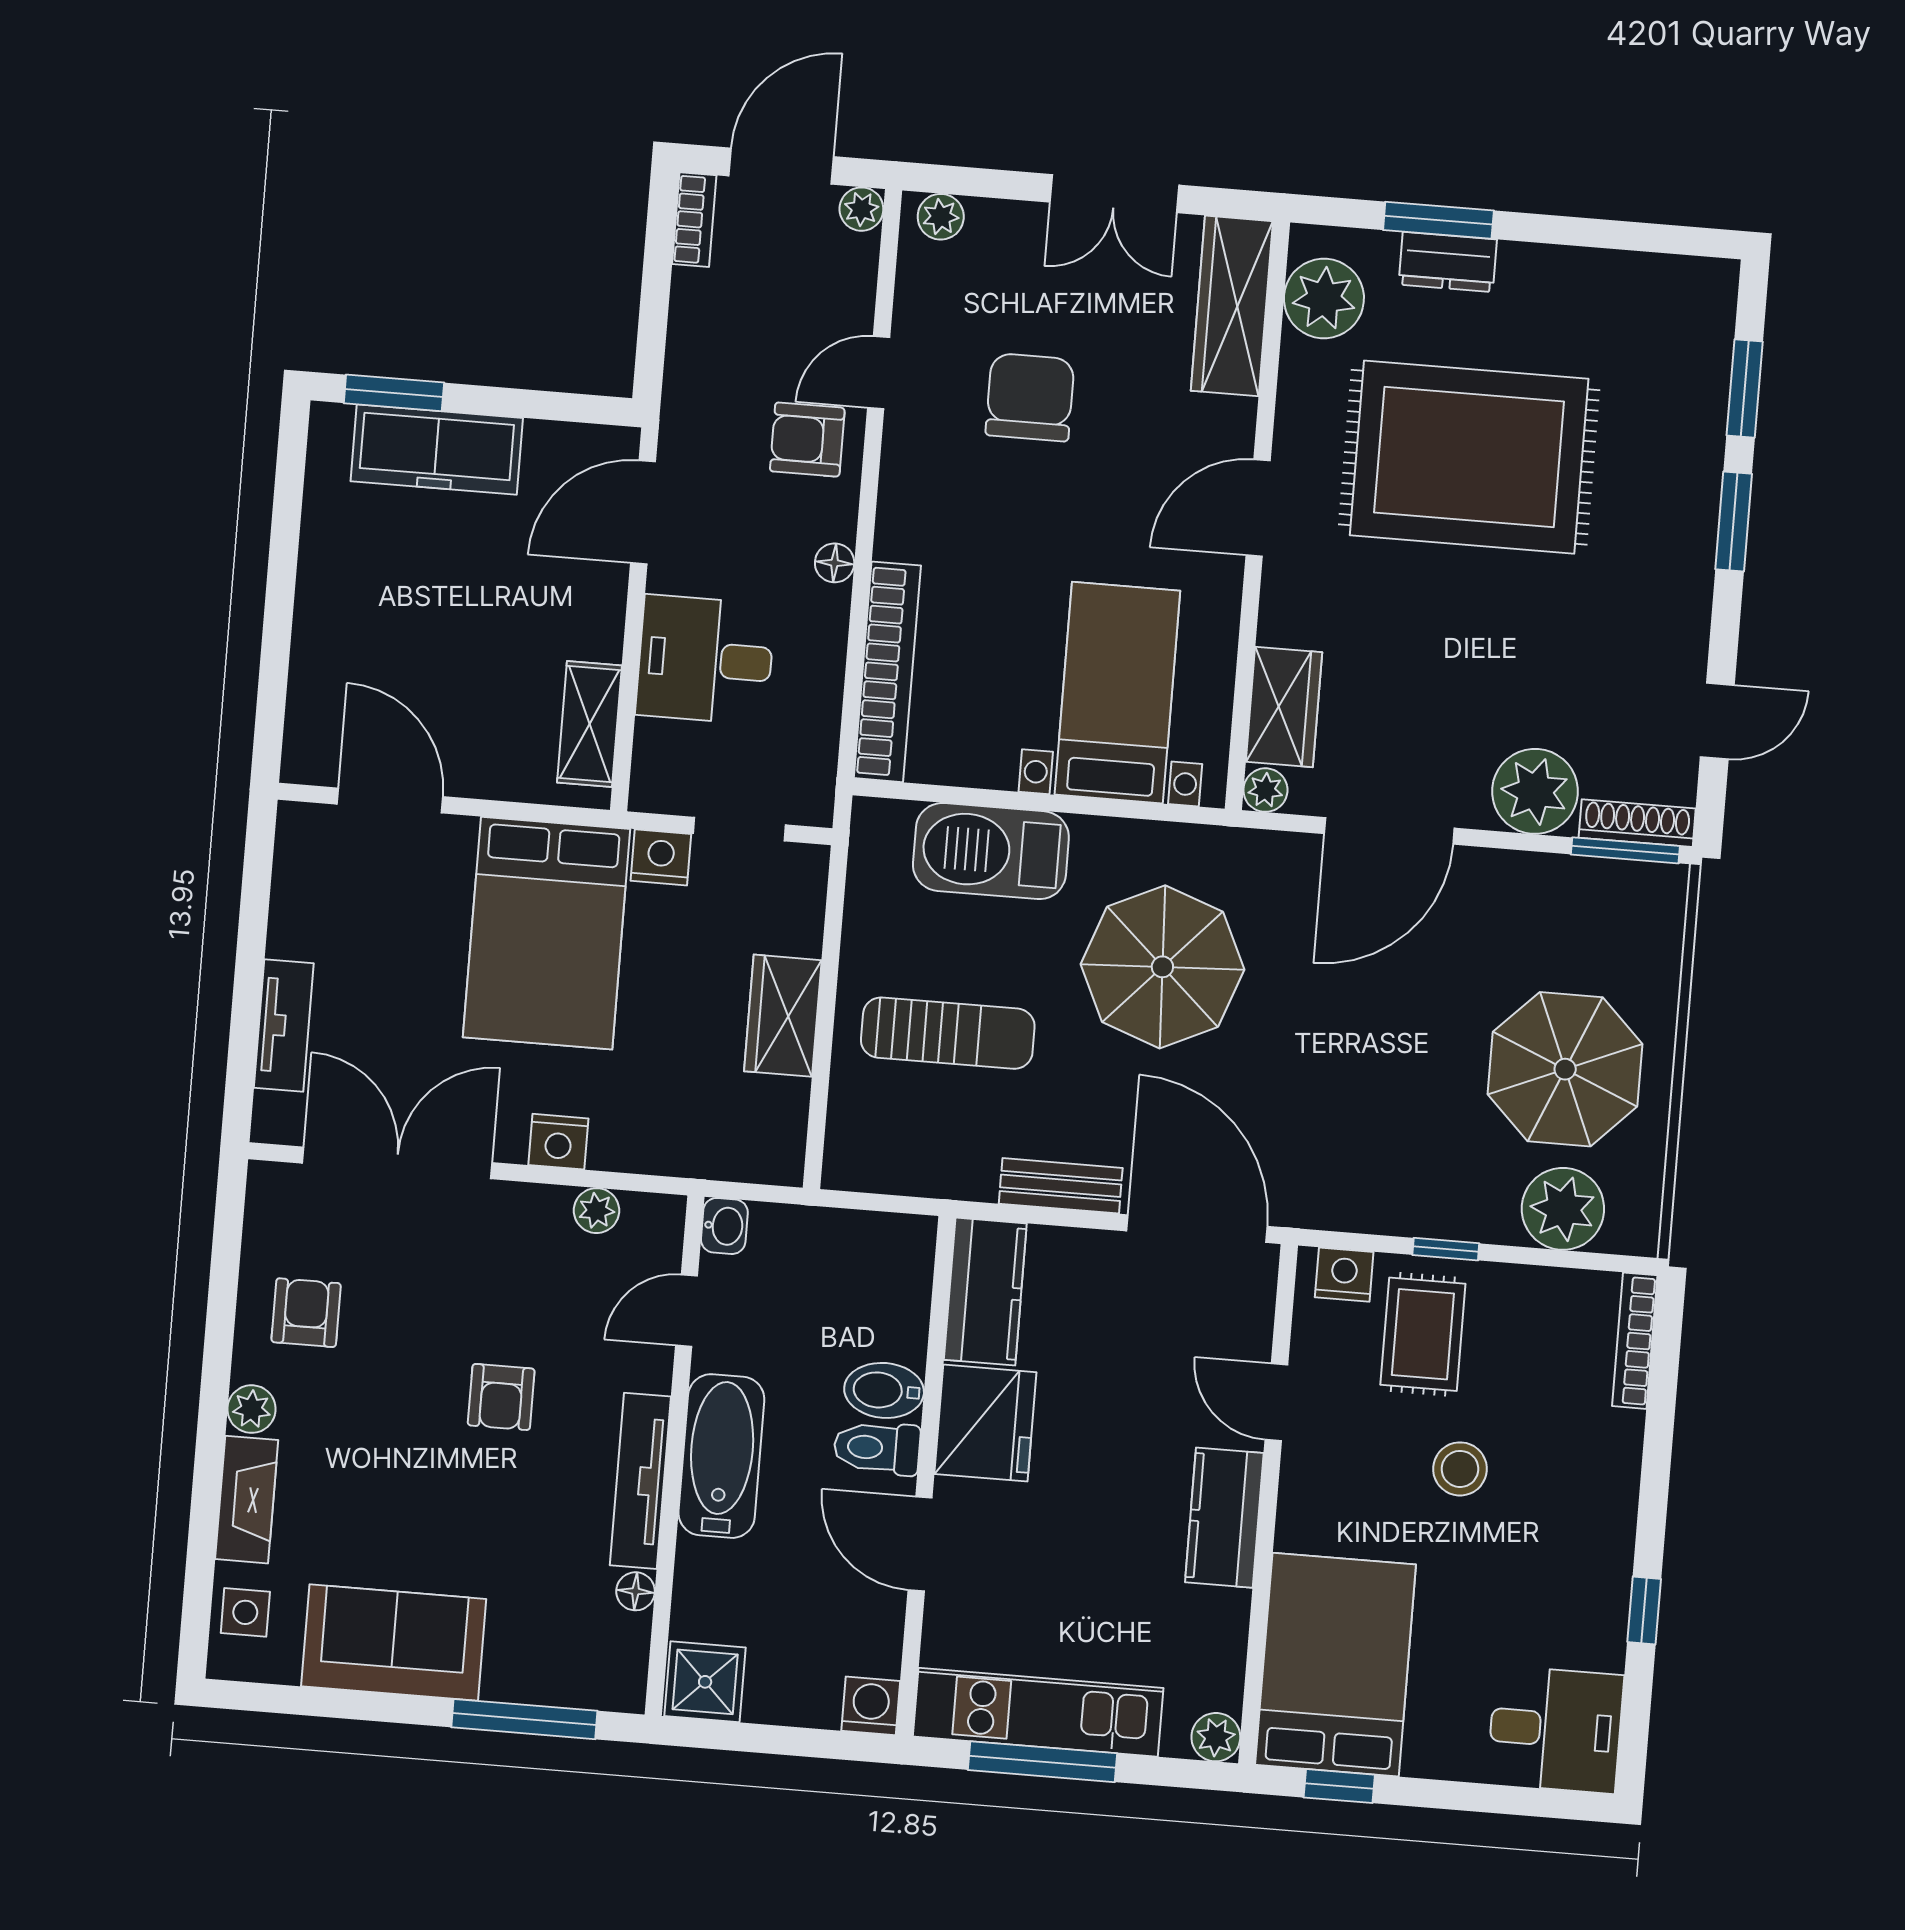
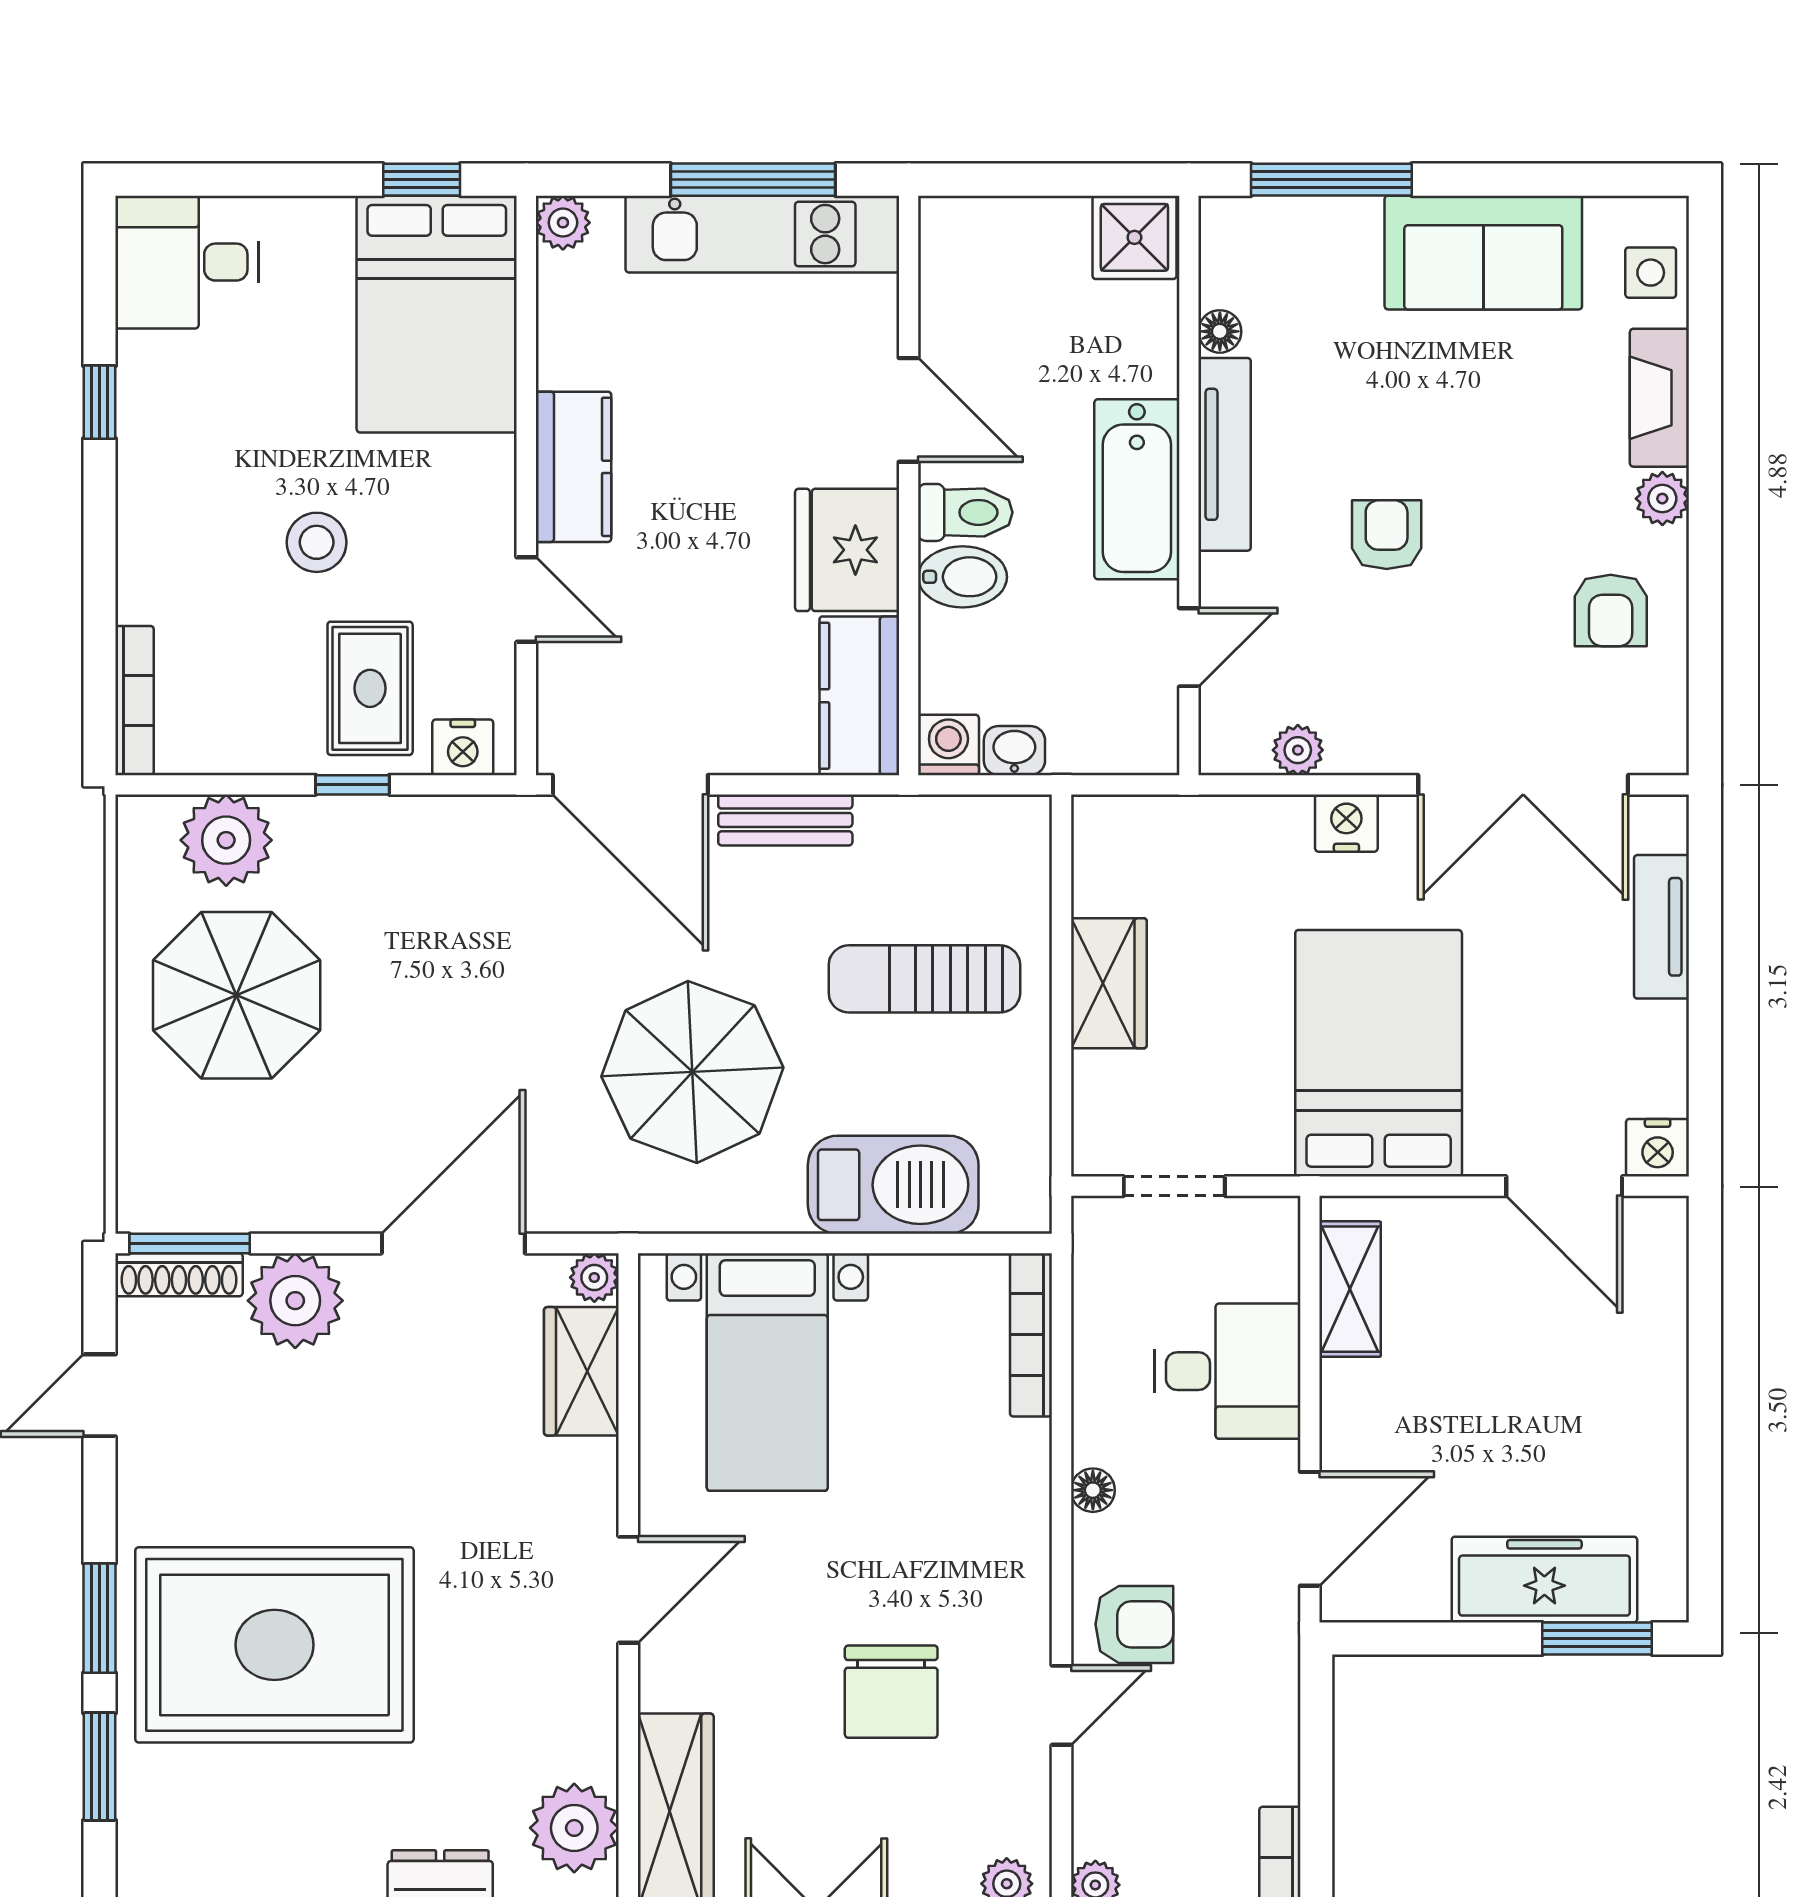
rug: (1469, 457) -> (274, 1645), moved
bookcase: (887, 672) -> (1031, 1335), width x0.68, depth x0.76
nightstand: (661, 857) -> (1658, 1148), moved
washbasin: (724, 1226) -> (1014, 751), moved, turned 90
washing machine: (871, 1706) -> (948, 745), moved, turned 180

